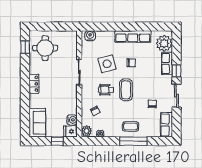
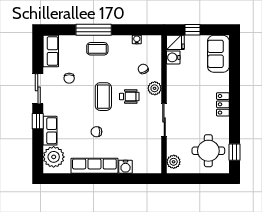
water cooler: (90, 36) -> (126, 167), moved
plant: (72, 40) -> (174, 162), added
side table: (107, 64) -> (128, 130), removed
plant: (87, 131) -> (155, 88), moved

